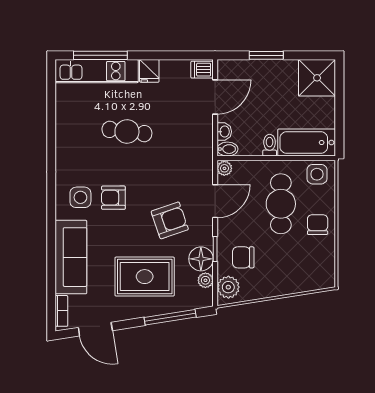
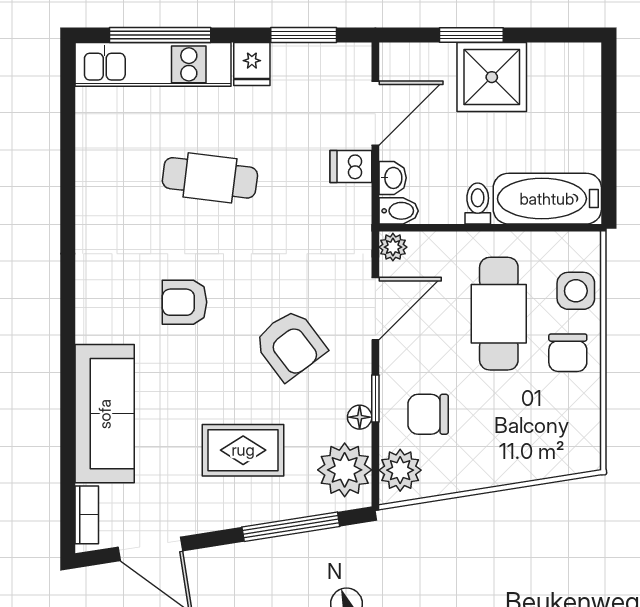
window: (177, 55) -> (304, 35), added
dishwasher: (202, 70) -> (351, 167), moved
shower: (317, 78) -> (492, 77), moved
side table: (317, 174) -> (576, 291), moved
side table: (80, 197) -> (122, 302), removed
armchair: (170, 220) -> (290, 345), turned 72
chair: (318, 225) -> (568, 353), turned 180
floor lamp: (201, 259) -> (360, 417), width x0.53, depth x0.53
rug: (145, 277) -> (243, 450), width x0.73, depth x0.70
plant: (205, 280) -> (345, 470), width x1.88, depth x1.88

